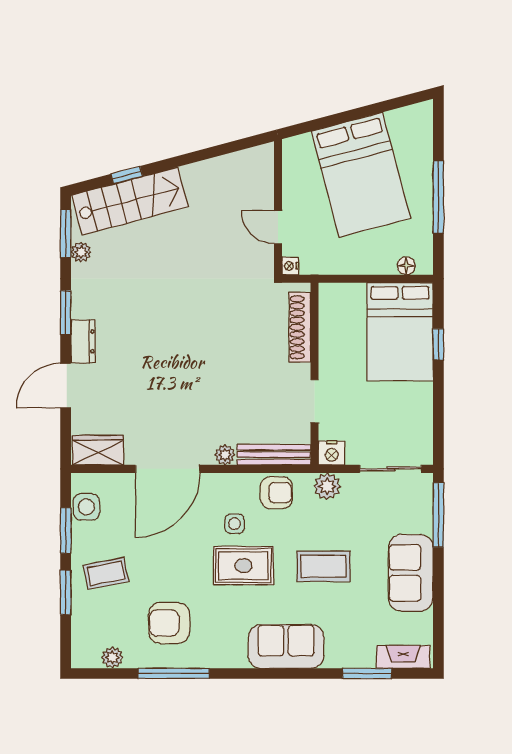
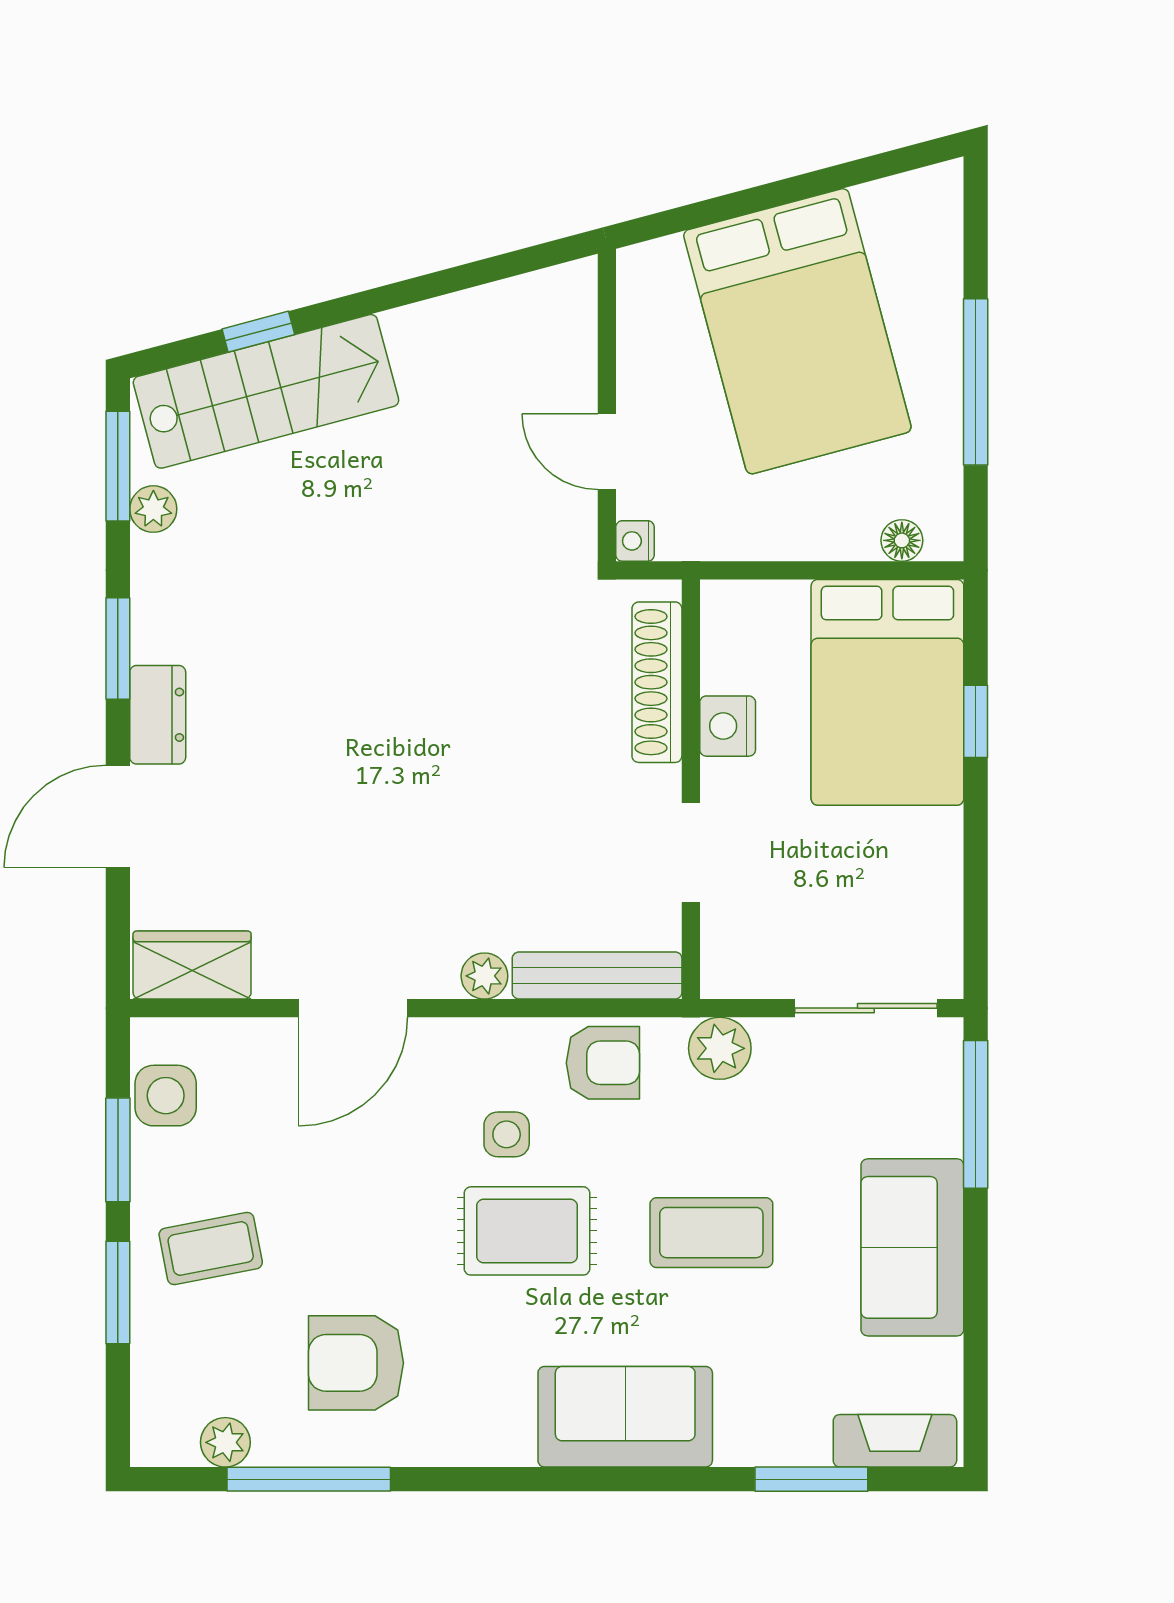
nightstand: (332, 453) -> (728, 726), moved, turned 90
door: (168, 469) -> (353, 1008), width x0.73
window: (174, 673) -> (309, 1479), moved

